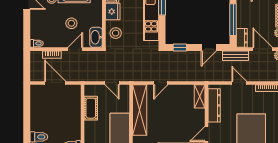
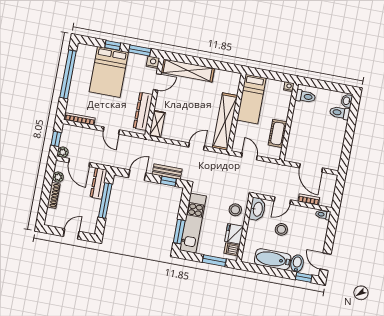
dresser: (242, 38) -> (99, 183), width x1.44
bench: (236, 56) -> (167, 172), moved

